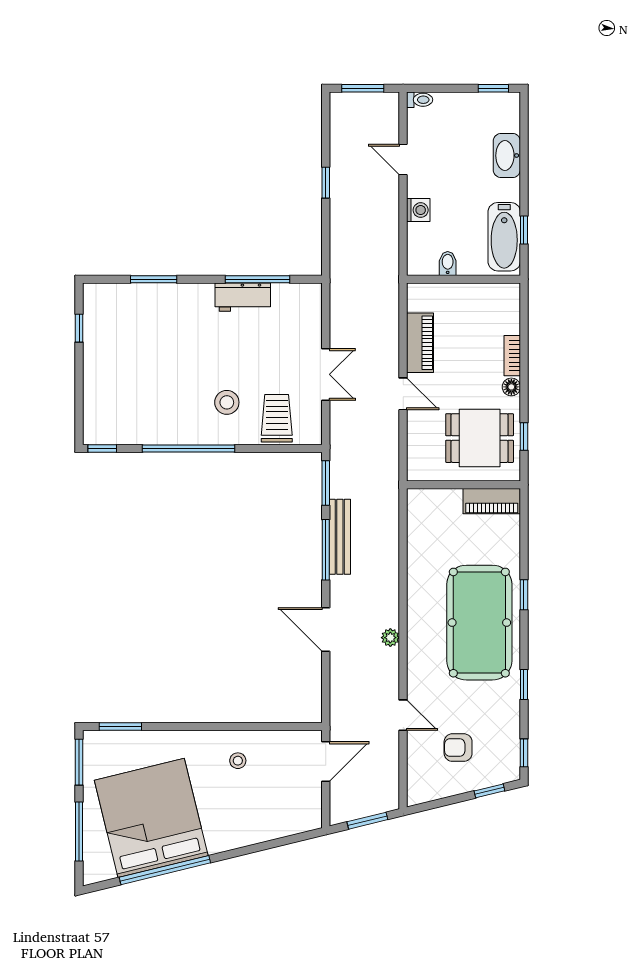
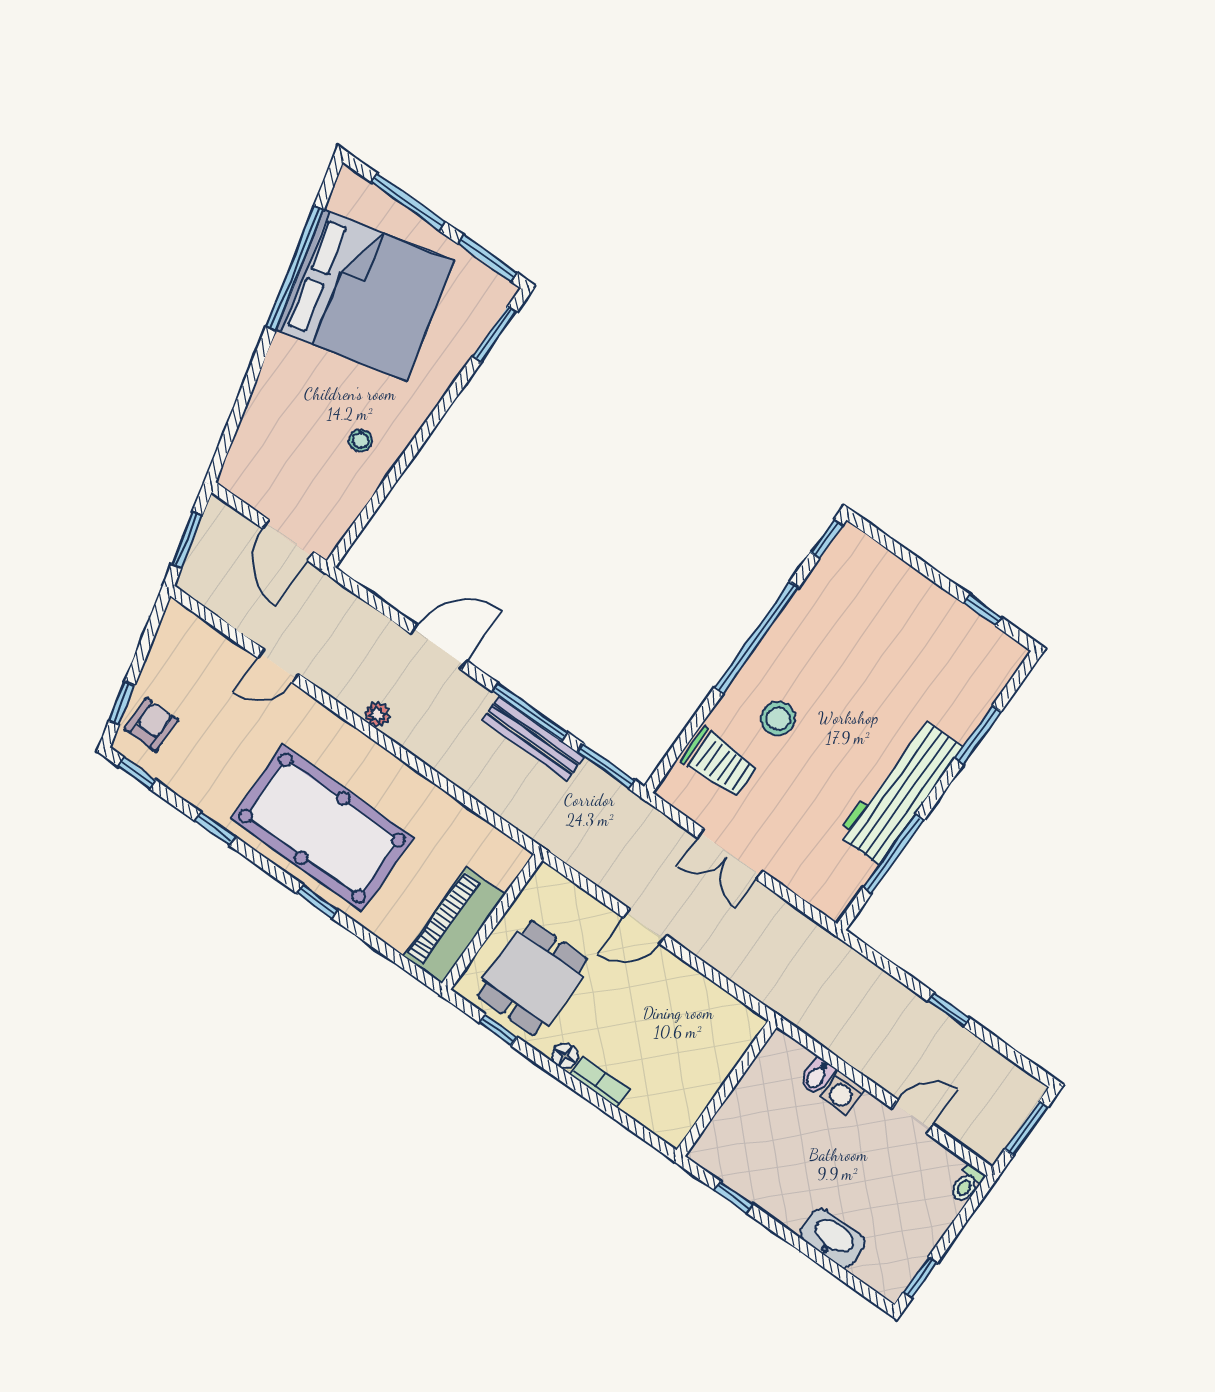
bathtub: (504, 237) -> (742, 1169), removed
bidet: (448, 263) -> (817, 1076), moved, turned 90
workbench: (243, 297) -> (900, 791), width x1.88, depth x1.32
piano: (420, 343) -> (689, 987), removed
piano: (492, 501) -> (454, 925), width x1.37, depth x1.33
armchair: (458, 748) -> (151, 724), moved

